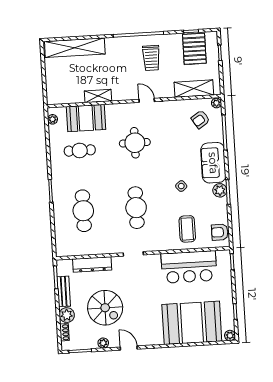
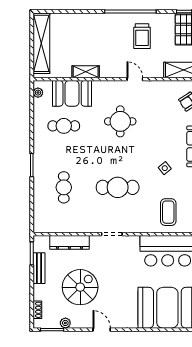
shelving: (75, 48) -> (41, 43), moved, turned 90
cafe table: (136, 208) -> (118, 187), turned 90
cafe table: (83, 211) -> (64, 187), width x0.73, depth x0.74
spiral stairs: (105, 308) -> (80, 287), turned -90
plant: (67, 315) -> (41, 292), removed
plant: (103, 343) -> (65, 323), moved

